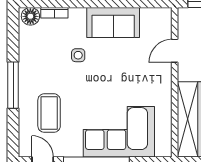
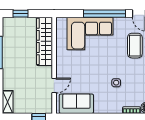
sofa: (113, 23) -> (76, 104), moved

